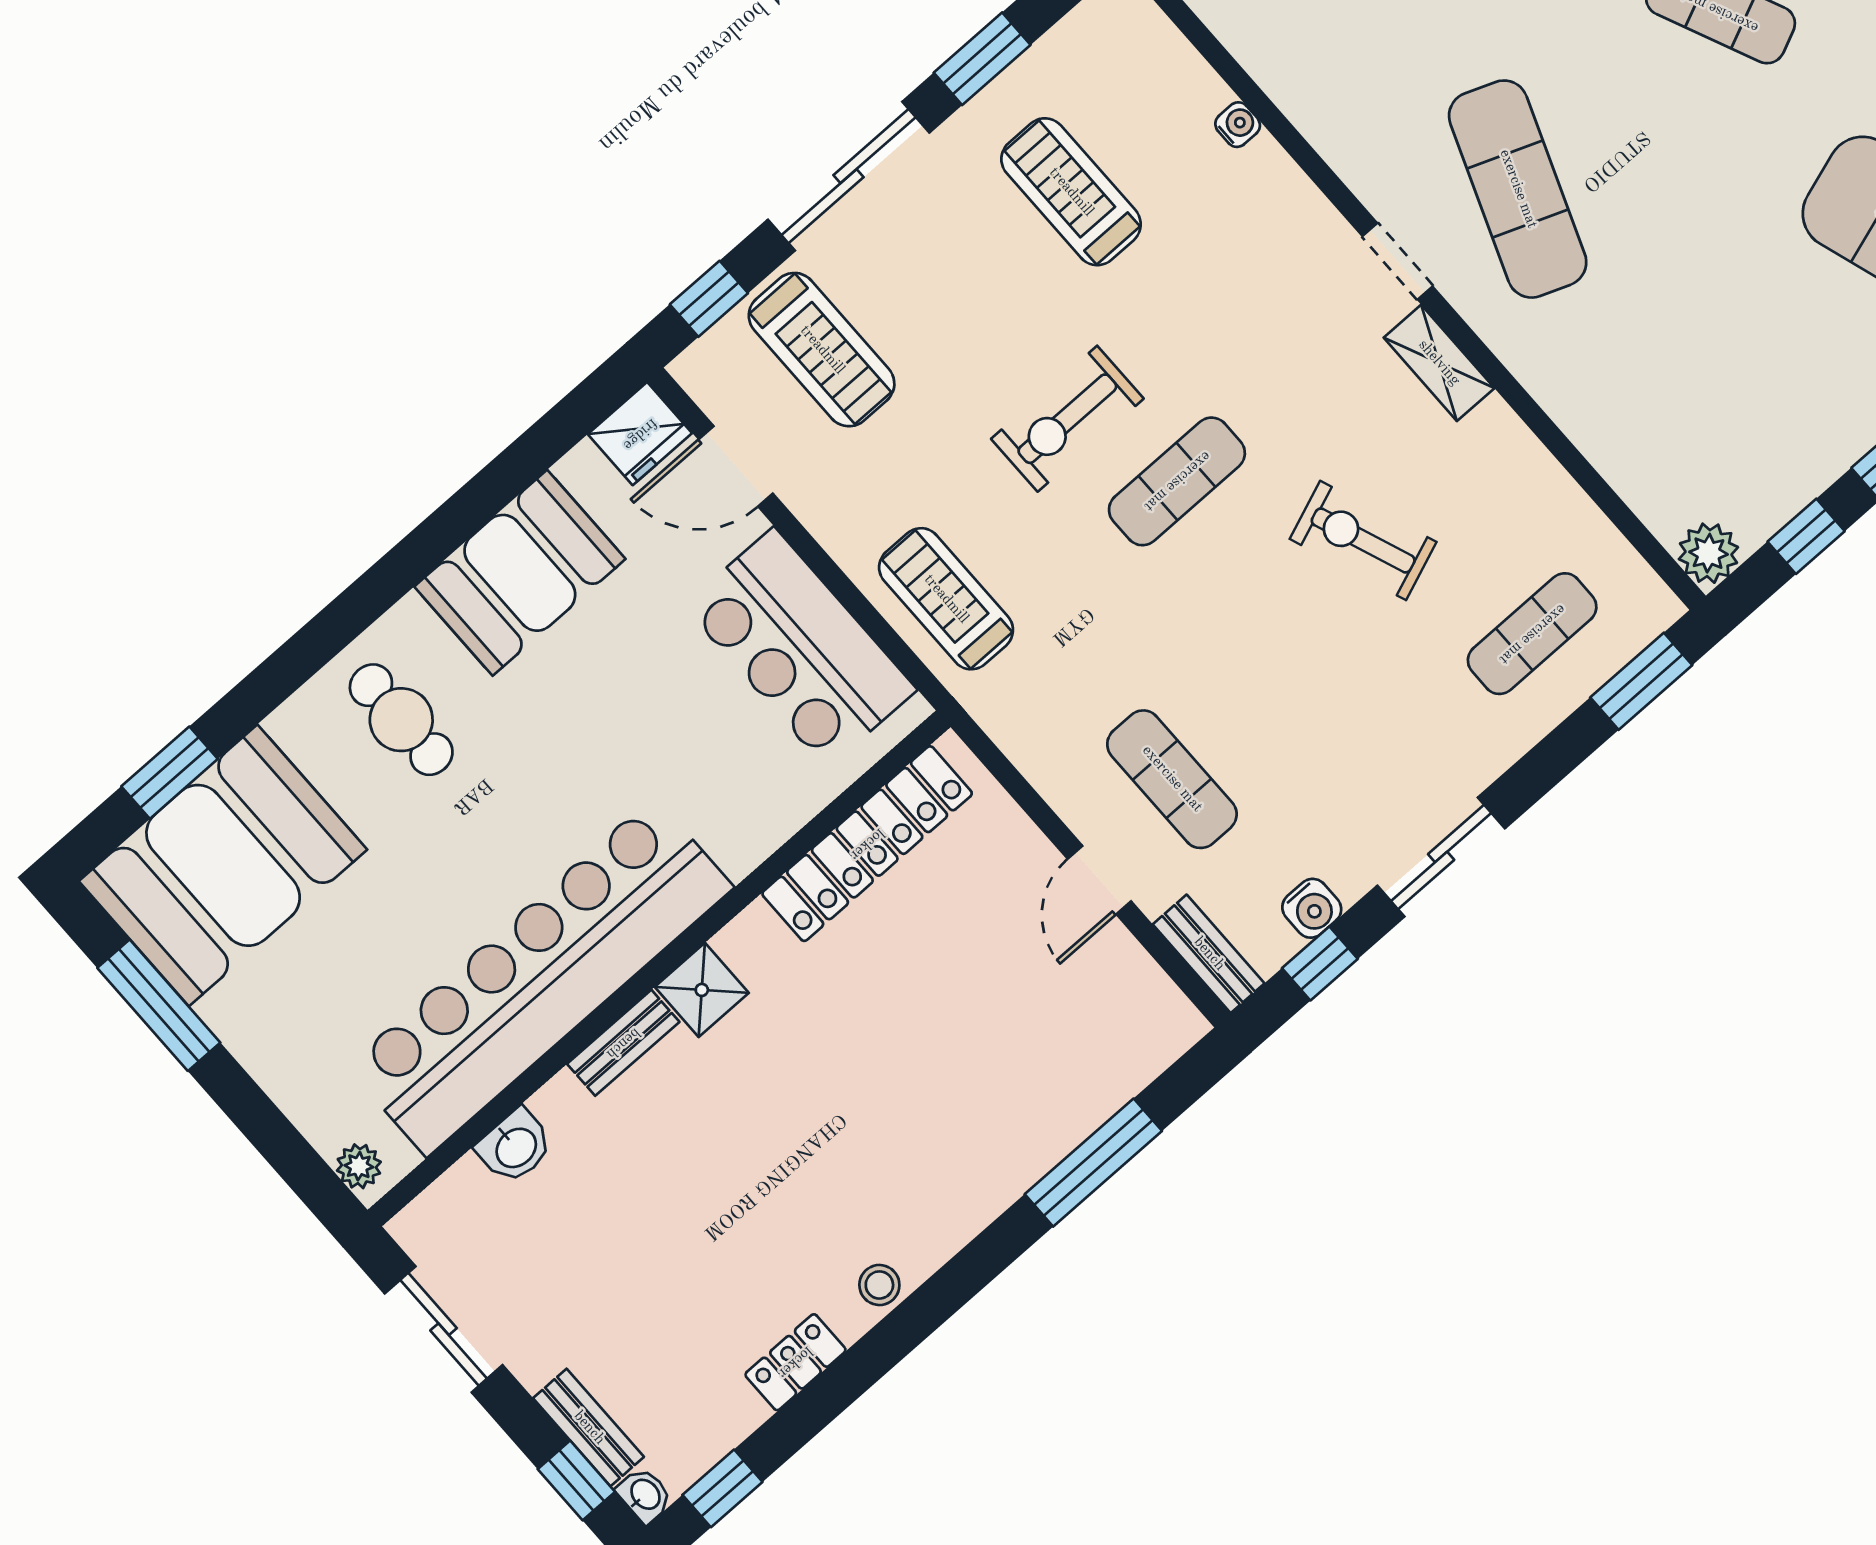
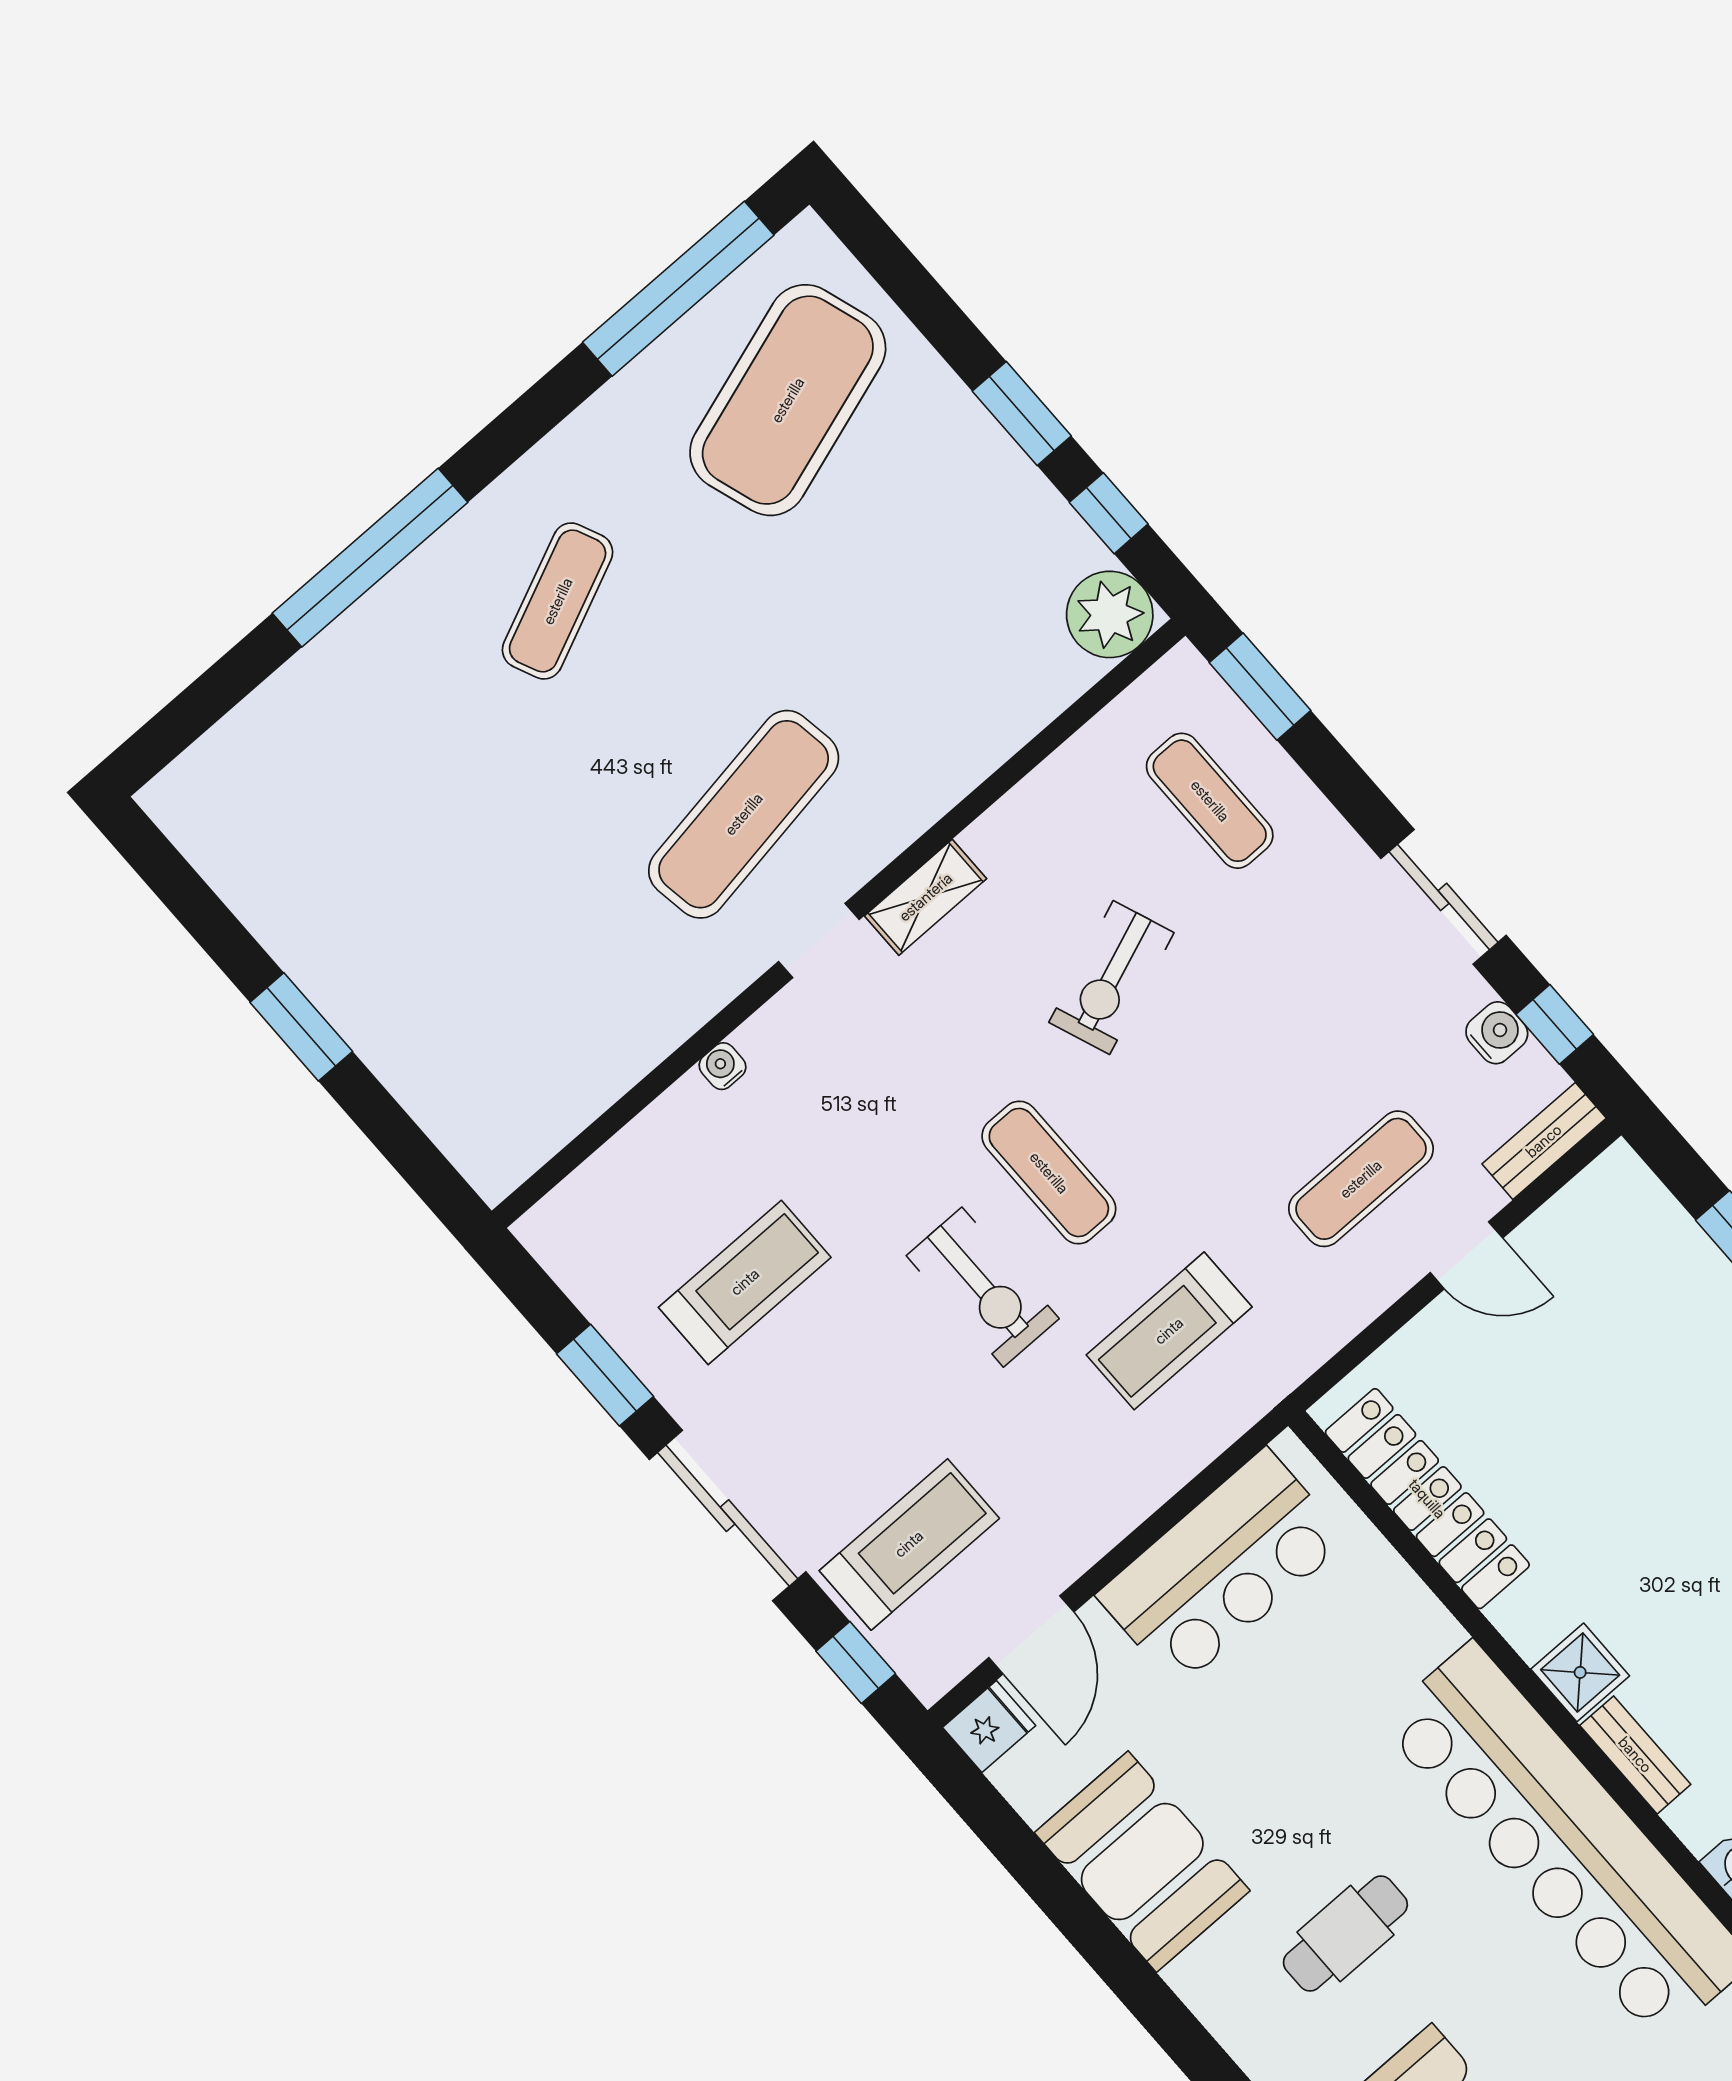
water cooler: (1238, 125) -> (722, 1066), moved
exercise mat: (1518, 189) -> (744, 814), turned -30
treadmill: (1071, 192) -> (745, 1282), turned 180
fridge: (640, 434) -> (989, 1727), width x0.72
plant: (1708, 553) -> (1110, 614), width x1.36, depth x1.36
treadmill: (946, 599) -> (1169, 1331), moved
cafe table: (401, 720) -> (1345, 1933), moved

